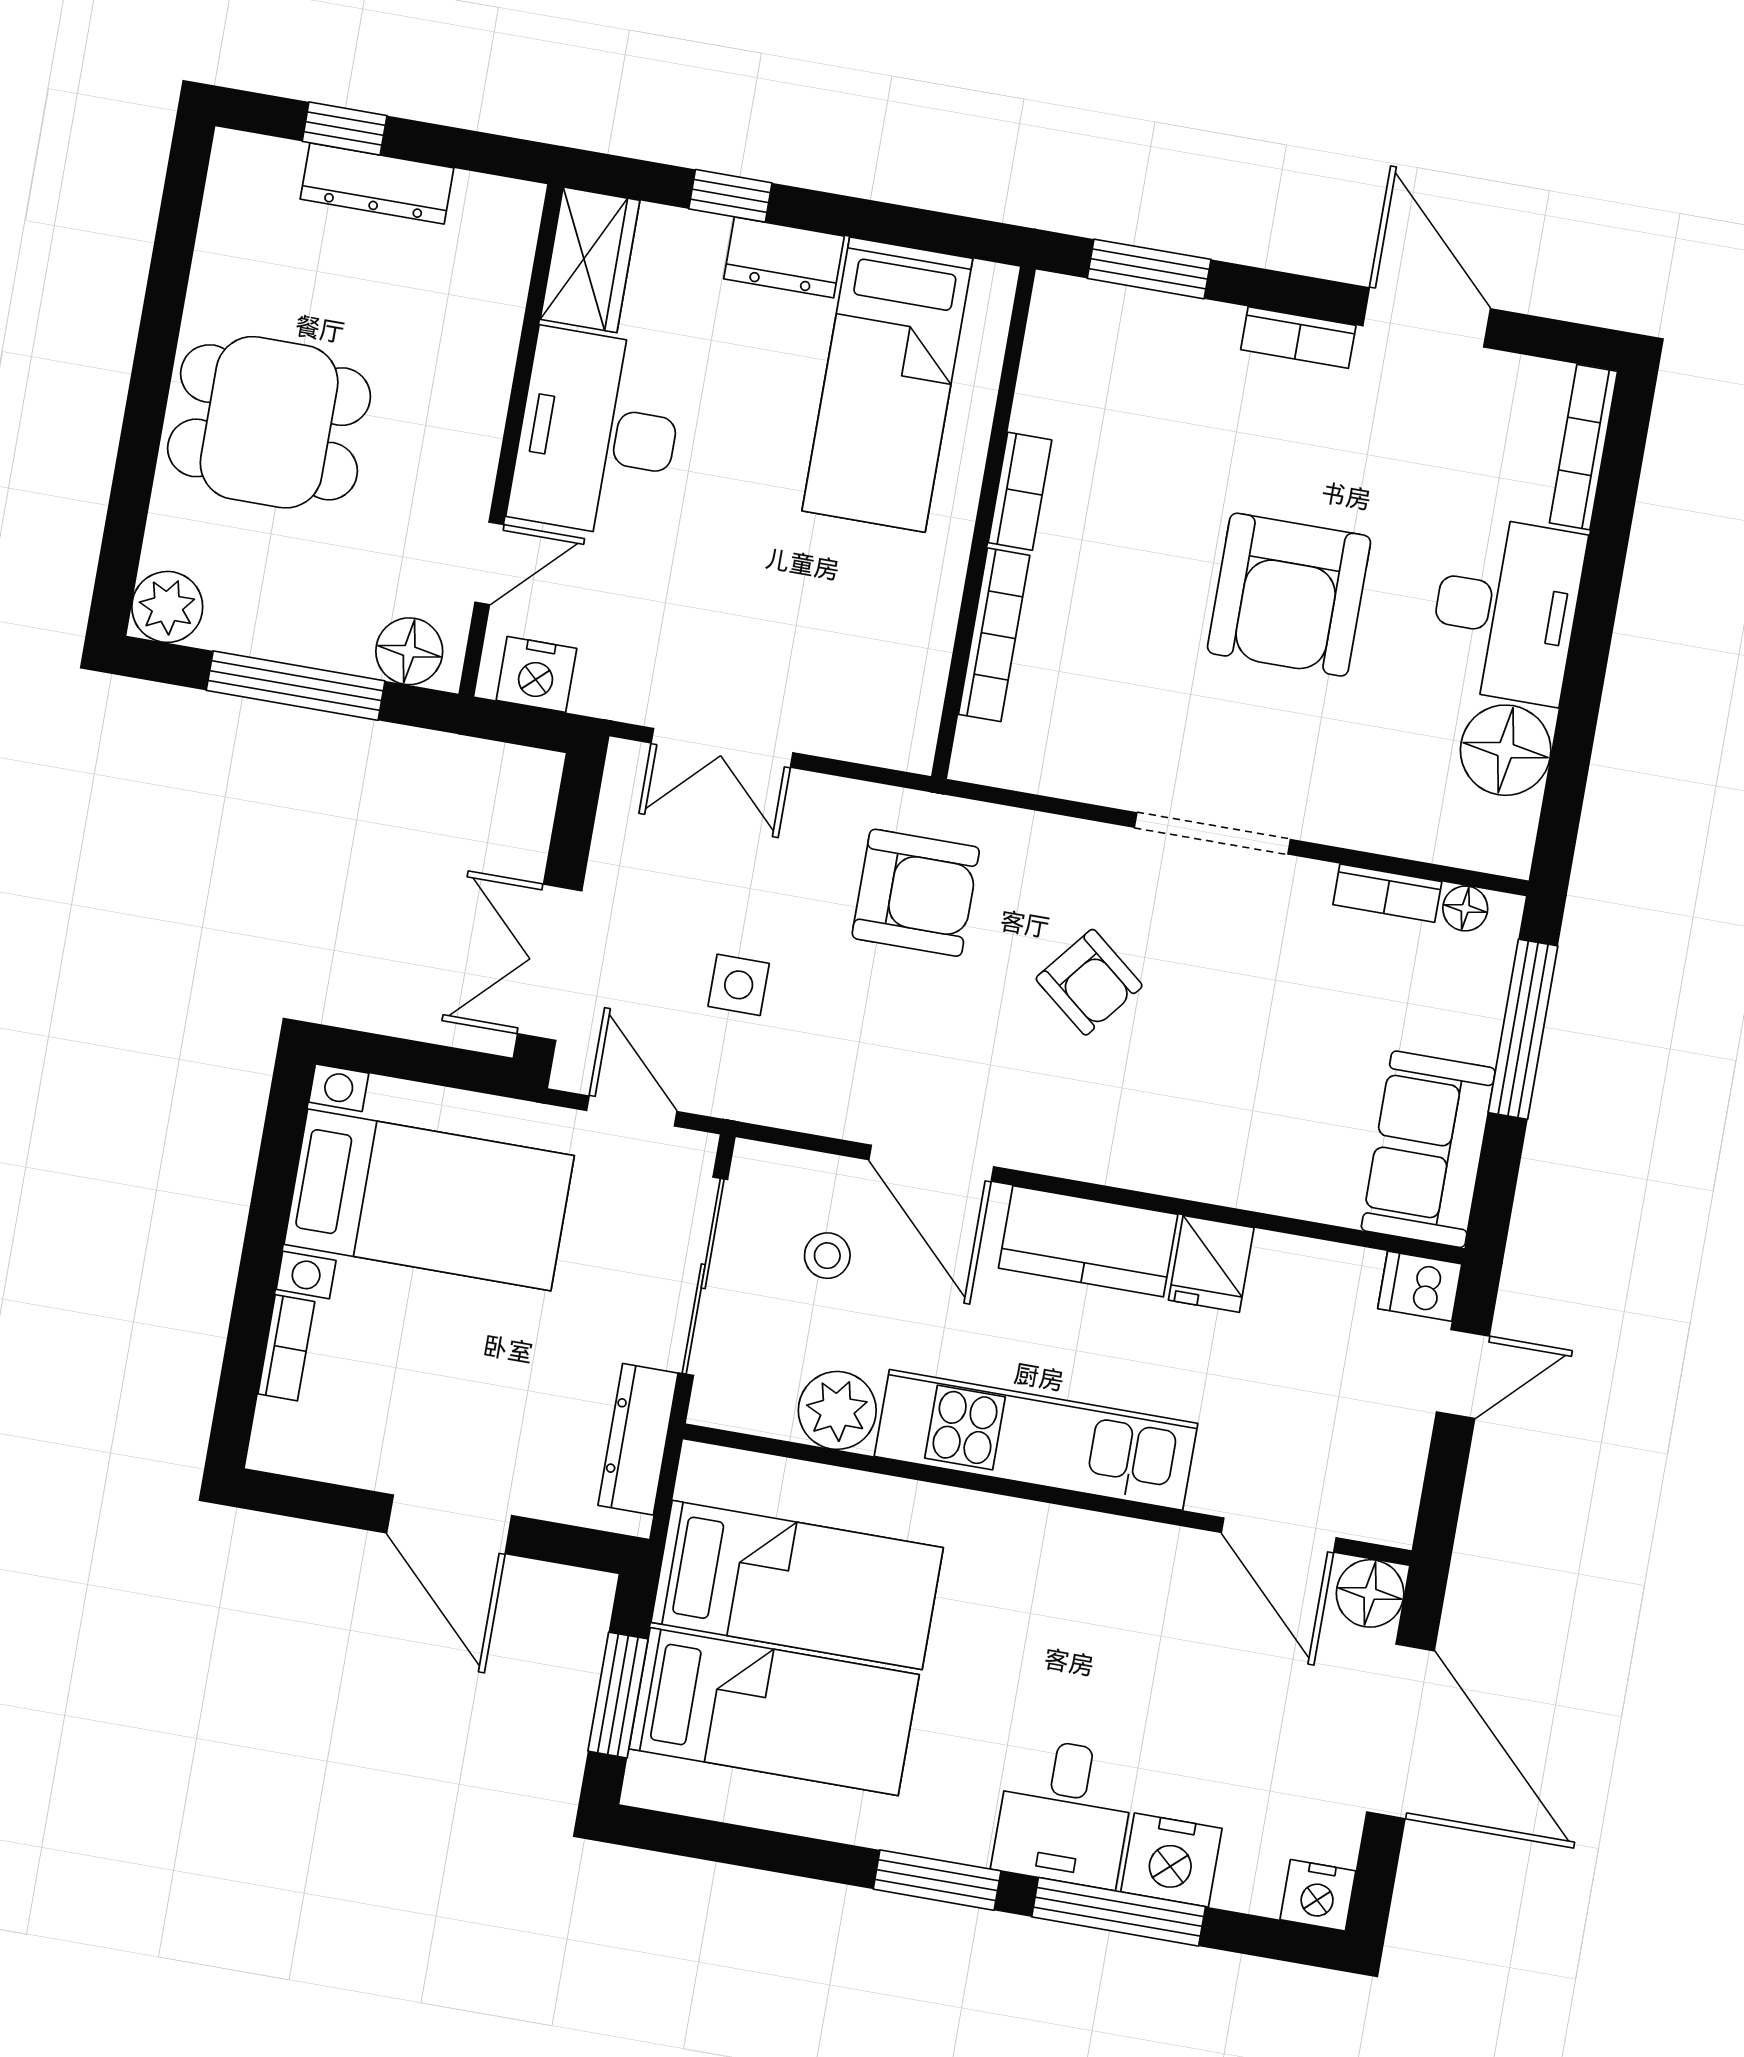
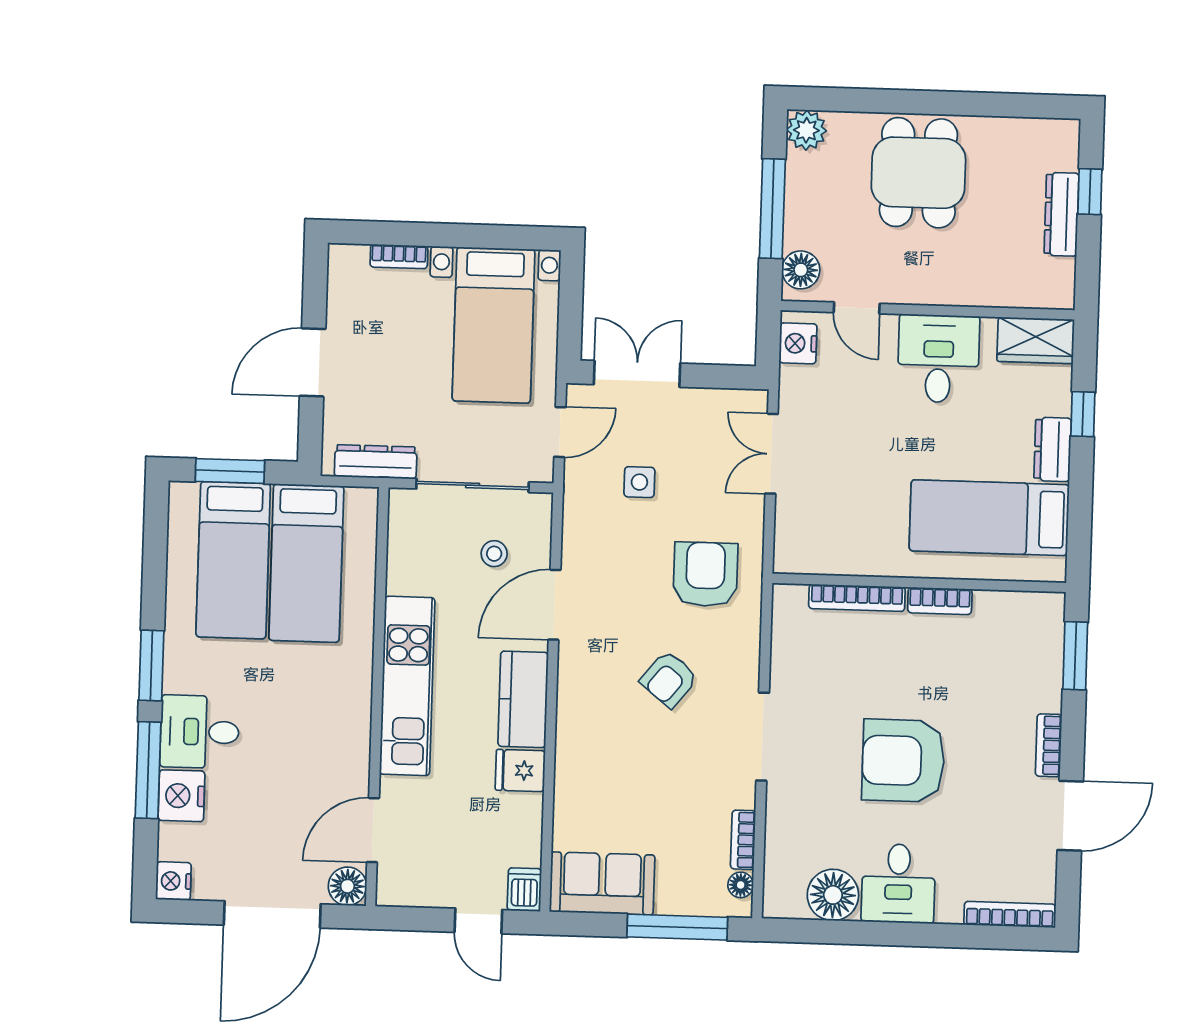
desk: (598, 434) -> (938, 359), width x0.73
desk: (1506, 610) -> (898, 883), width x0.73
armchair: (916, 893) -> (705, 574), turned 180
plant: (837, 1410) -> (408, 572), removed

